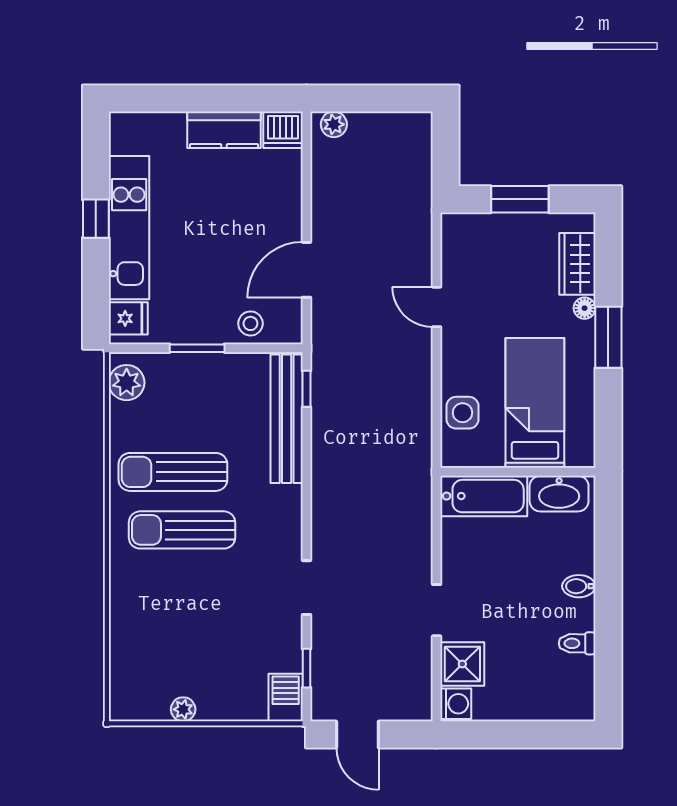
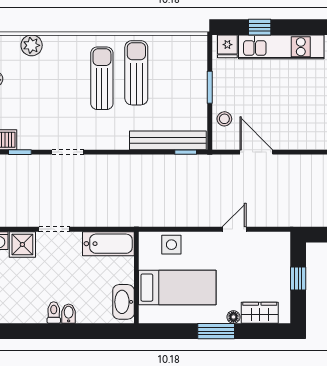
window: (520, 199) -> (298, 279), width x0.67
window: (96, 219) -> (260, 27), moved
plant: (127, 383) -> (32, 45), moved
bathtub: (484, 496) -> (108, 244), moved, turned -90
toilet: (577, 643) -> (54, 313), moved

